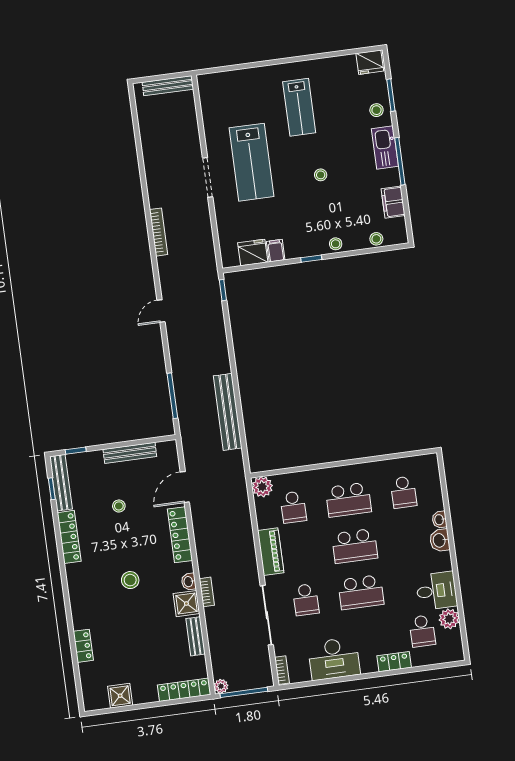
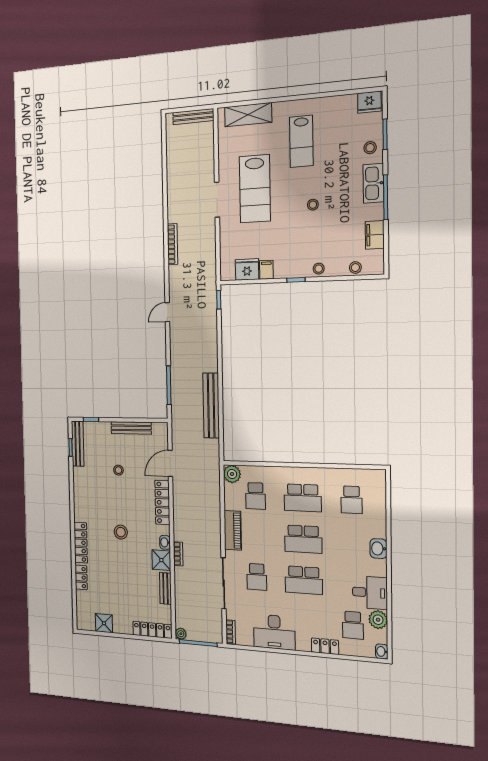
shelving: (234, 81) -> (248, 115), added
washbasin: (439, 520) -> (382, 651), moved
locker: (69, 537) -> (81, 543), moved

